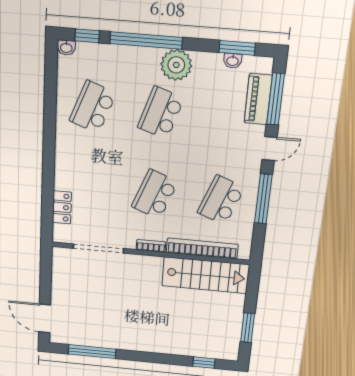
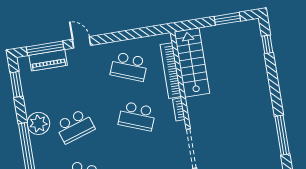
washbasin: (233, 61) -> (26, 85), removed
school desk: (161, 113) -> (75, 126), turned -36
window: (263, 199) -> (120, 36), removed

